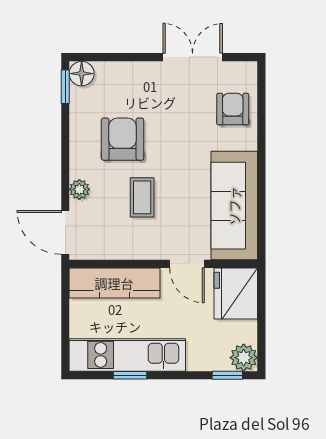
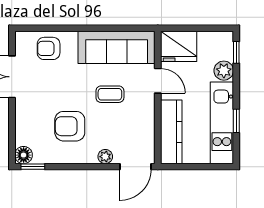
coffee table: (142, 197) -> (110, 94), moved
door: (187, 264) -> (158, 81), hinge flipped
plant: (244, 358) -> (224, 71), moved

